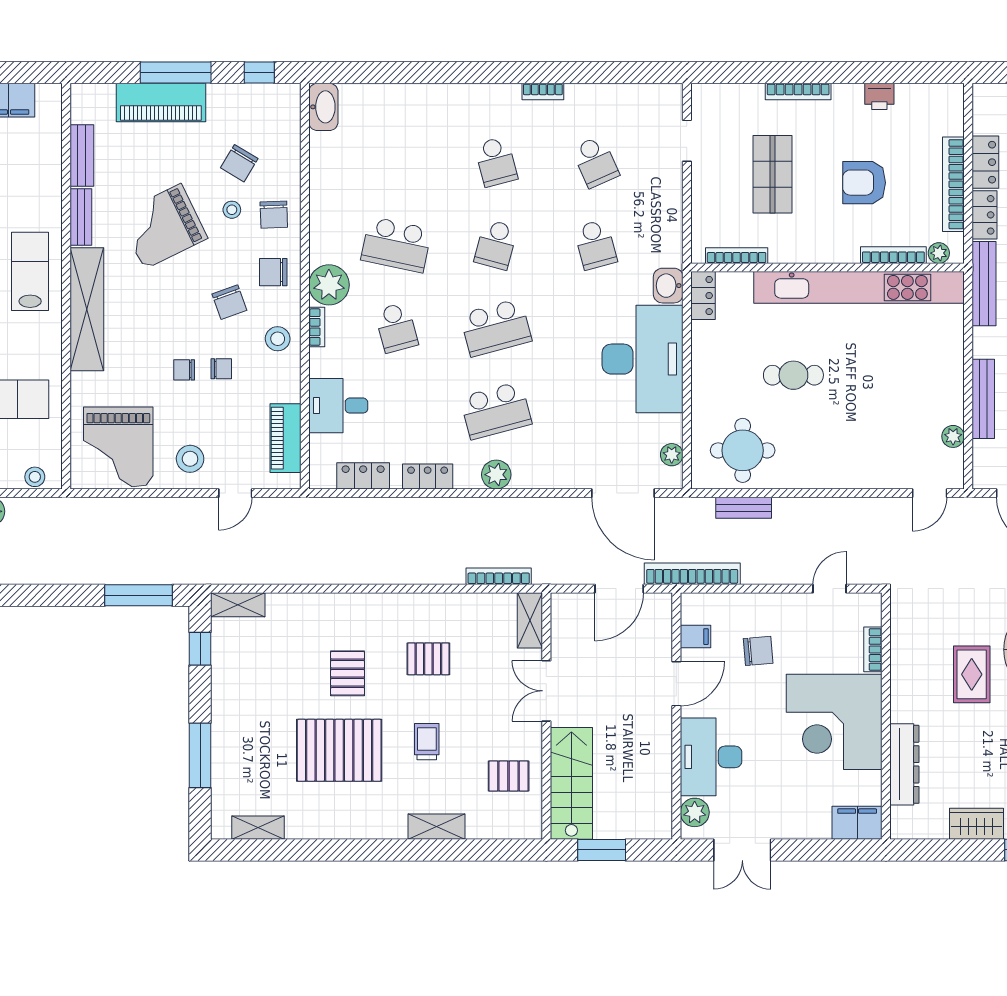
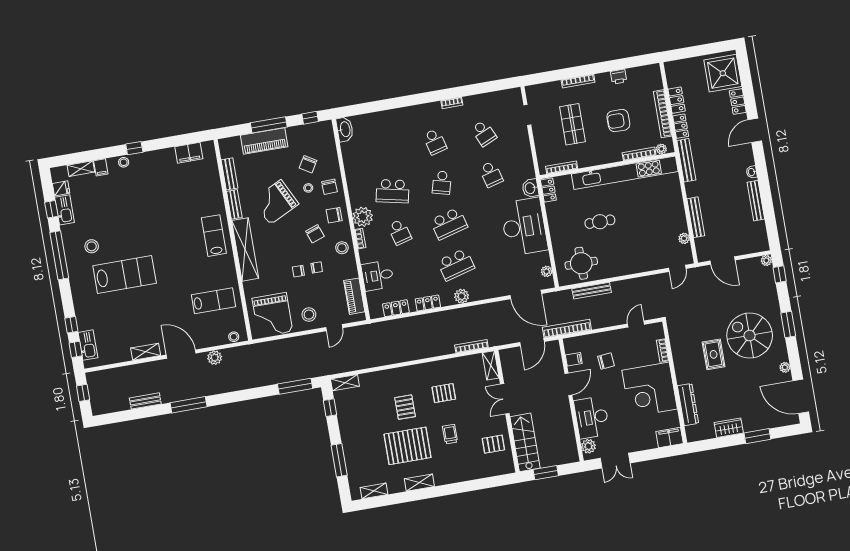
bench: (744, 508) -> (592, 291), width x1.36
shelving: (437, 827) -> (419, 483), moved

